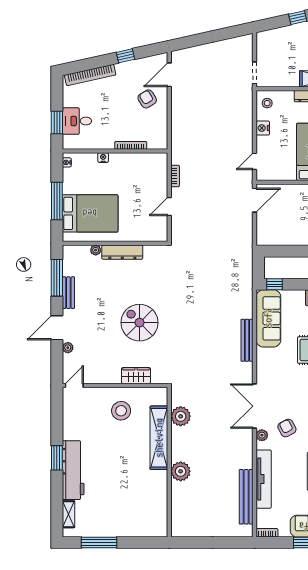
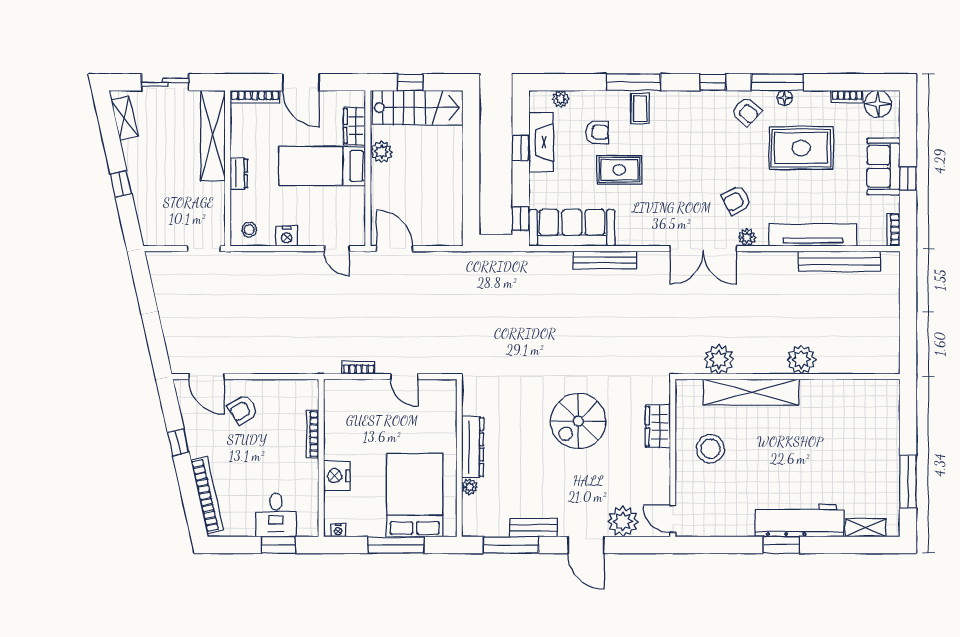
nightstand: (103, 158) -> (337, 476), width x1.89, depth x1.79
plant: (68, 348) -> (623, 522), width x1.88, depth x1.88

